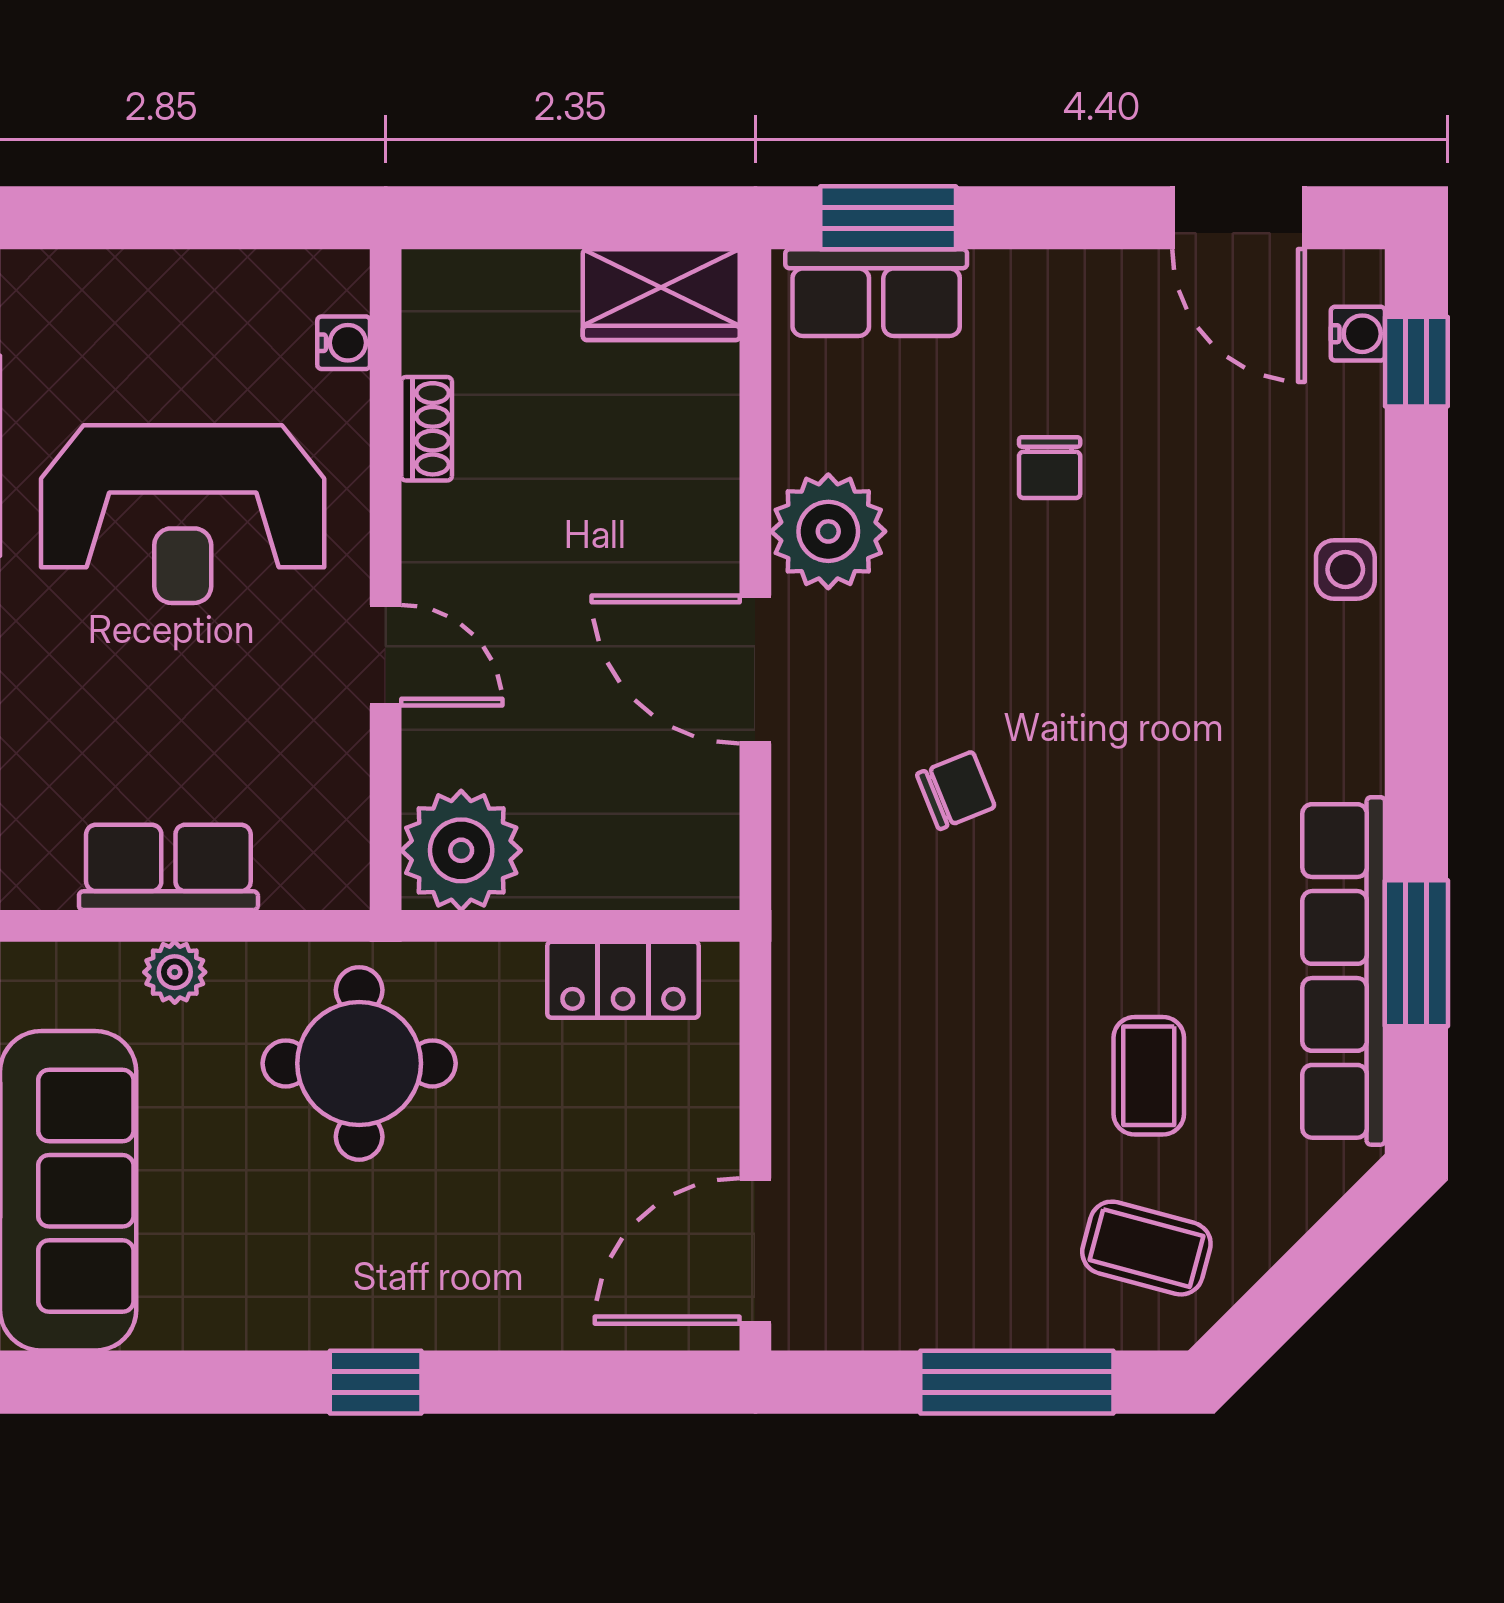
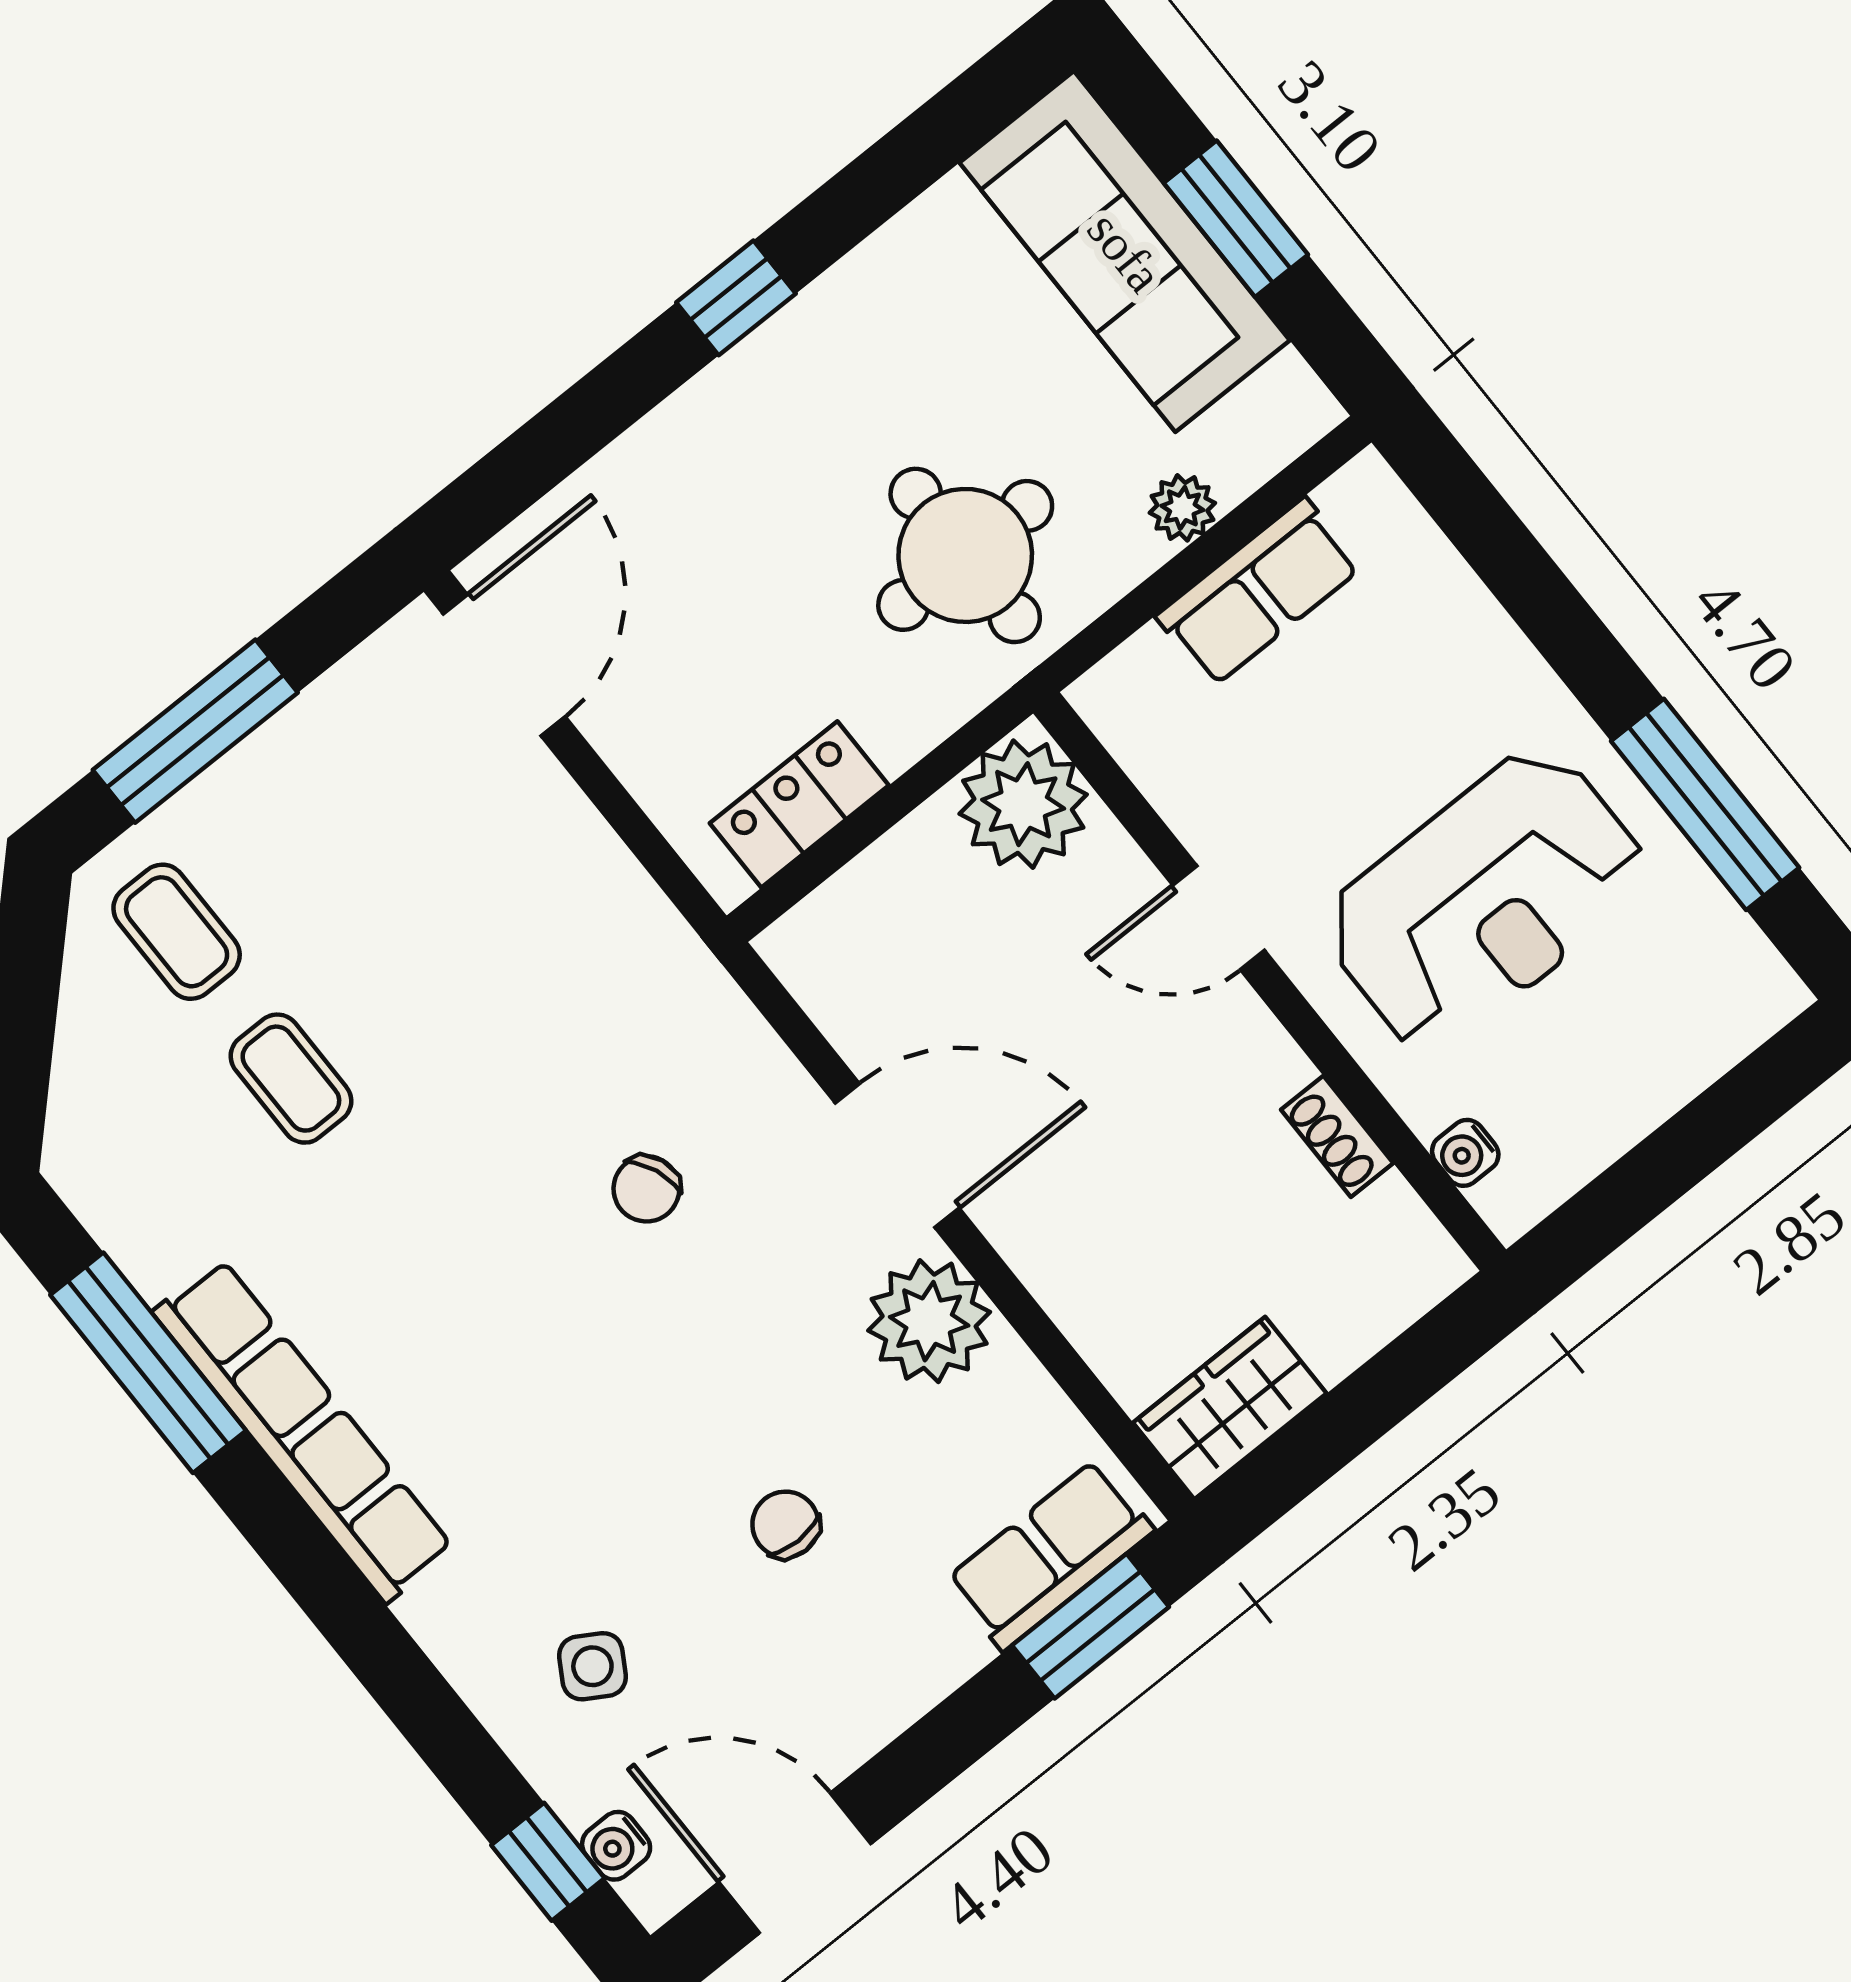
reception desk: (183, 514) -> (1485, 900), turned 180
side table: (1345, 570) -> (592, 1666), moved, turned 31
window: (1416, 953) -> (148, 1363), width x1.44
row of seats: (1344, 971) -> (303, 1431), moved
coffee table: (1146, 1248) -> (177, 932), turned 75

